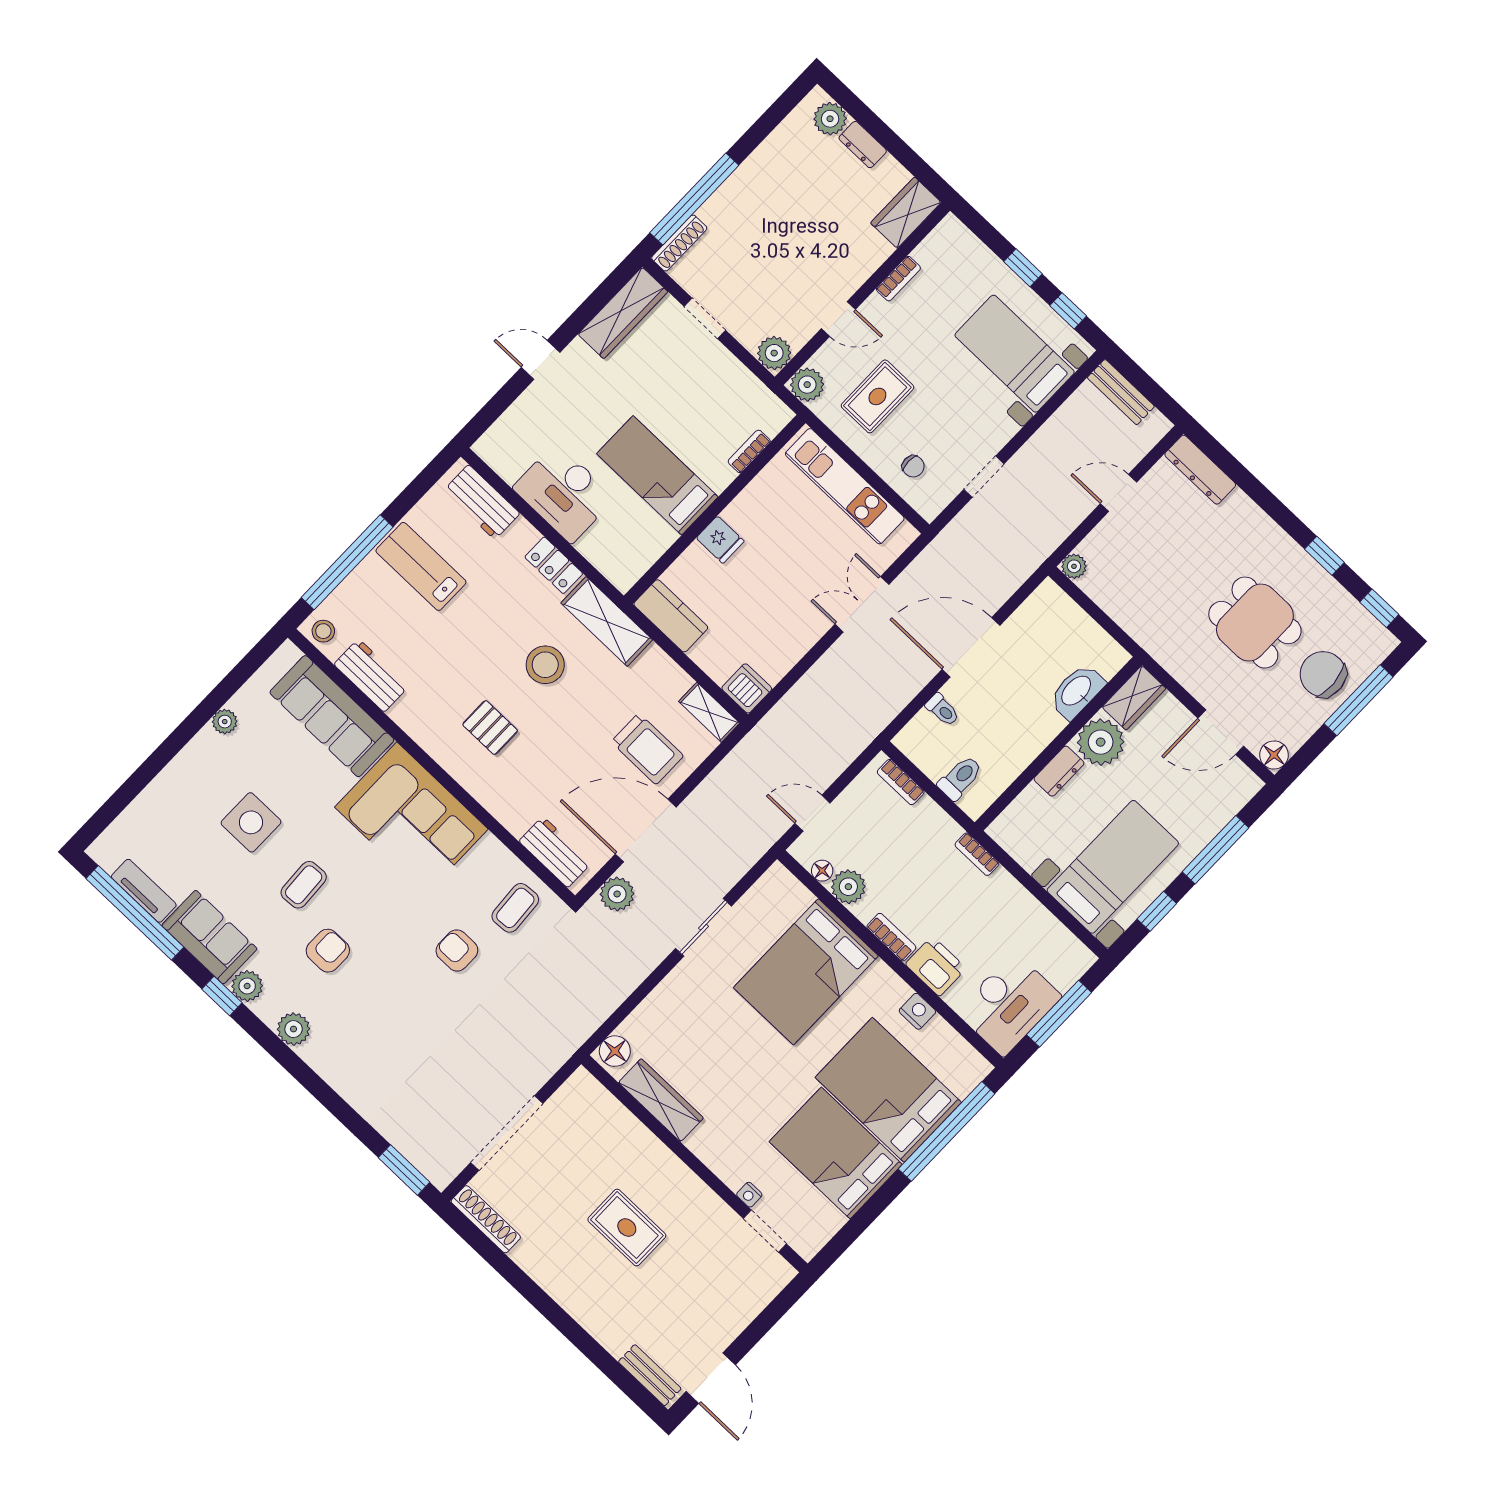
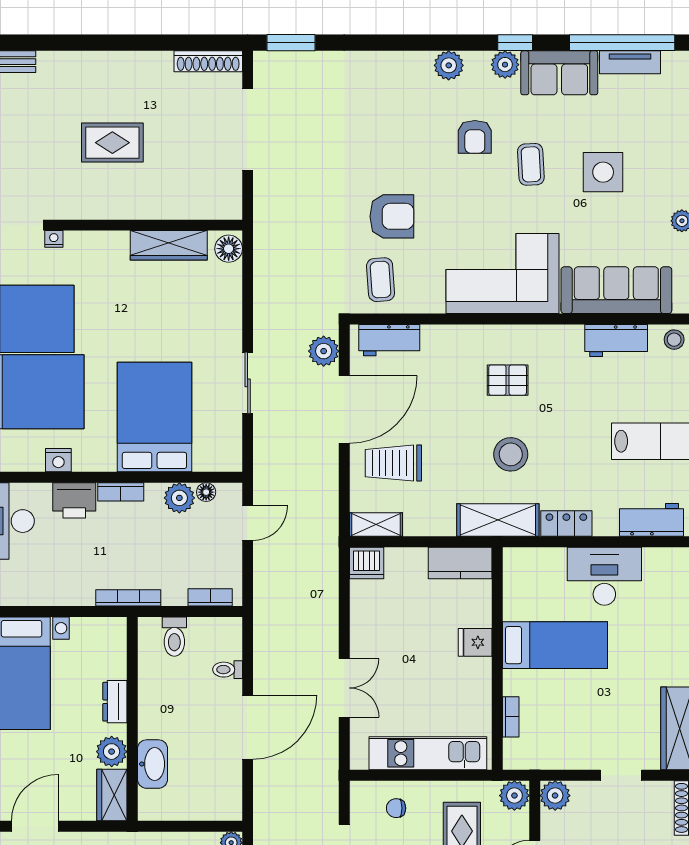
plant: (1101, 742) -> (112, 752), width x0.73, depth x0.73
bookcase: (977, 854) -> (128, 598), width x1.56
armchair: (457, 950) -> (392, 216), width x1.38, depth x1.38

